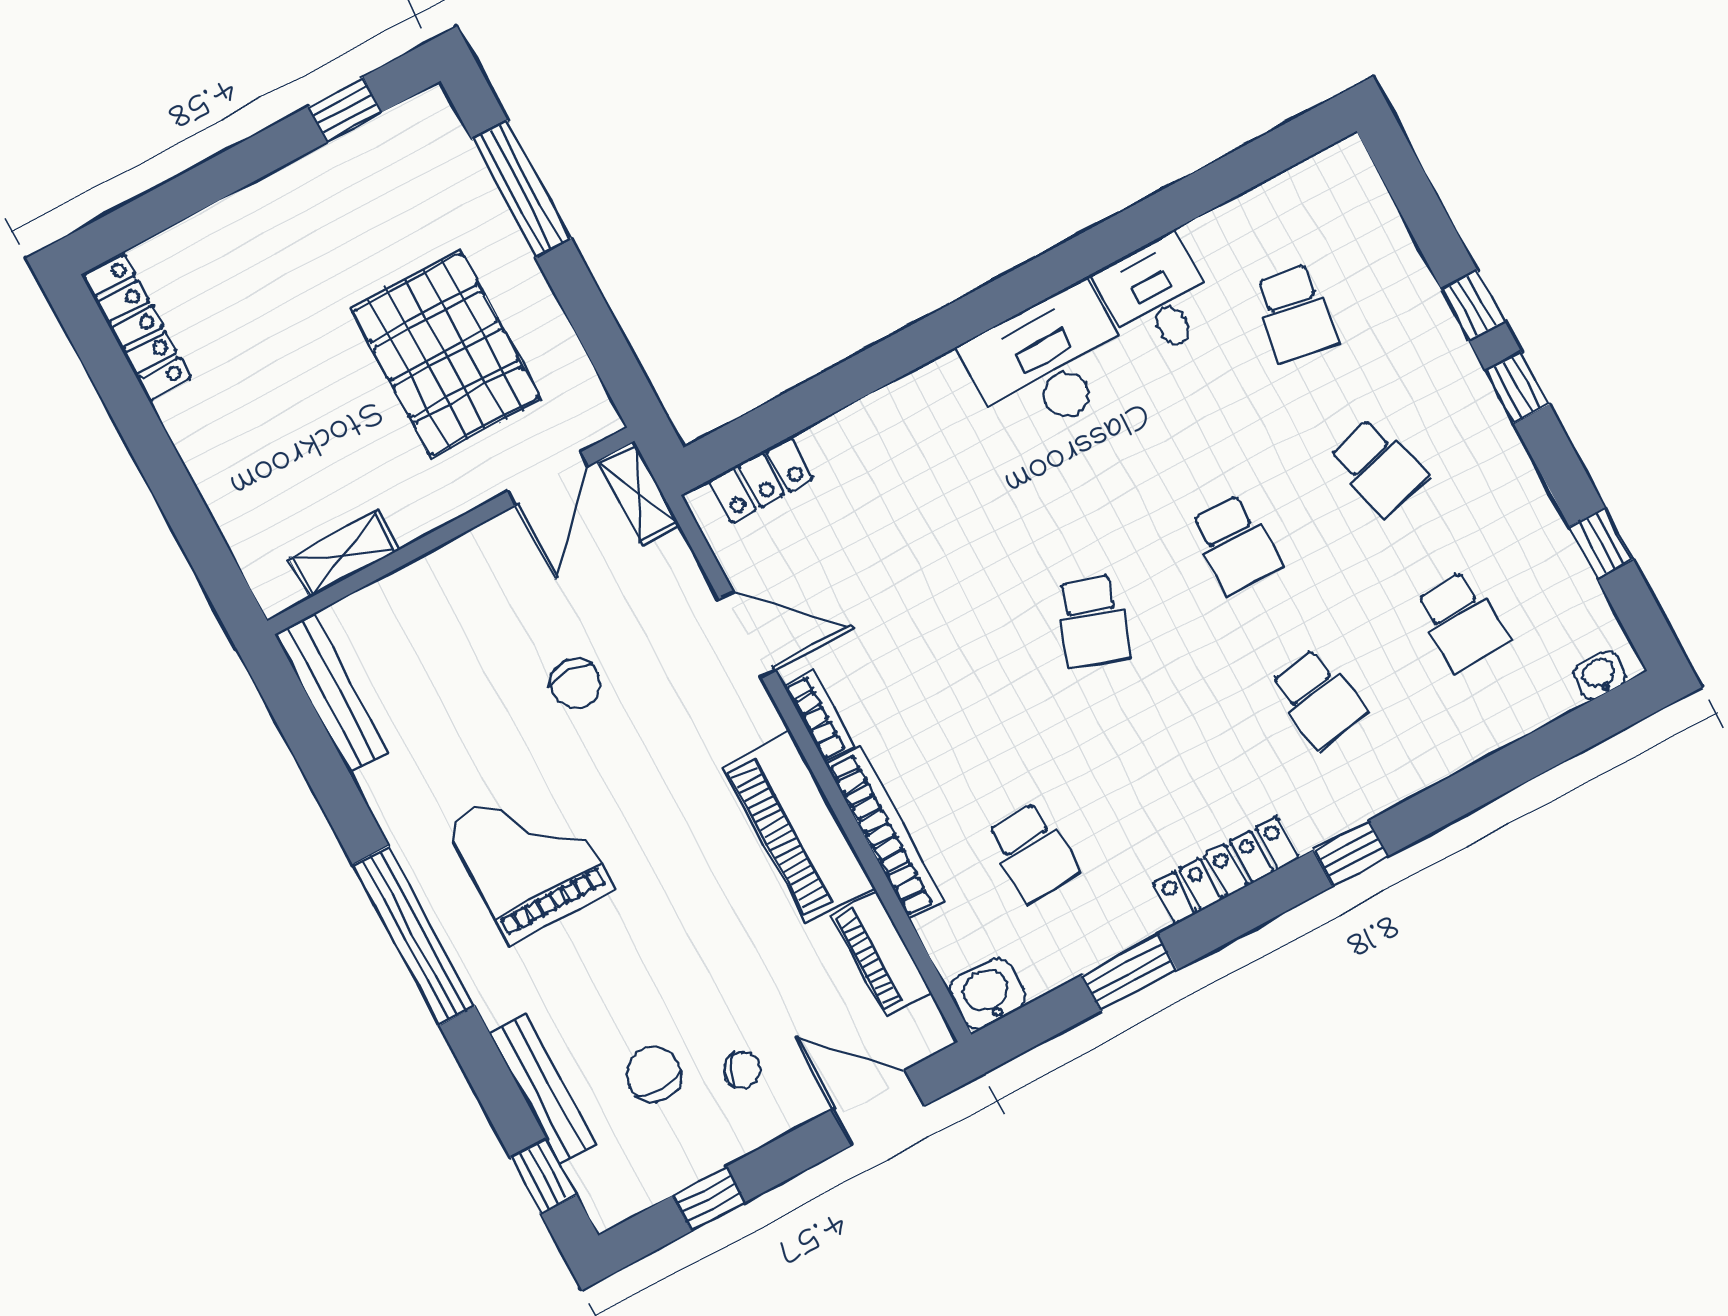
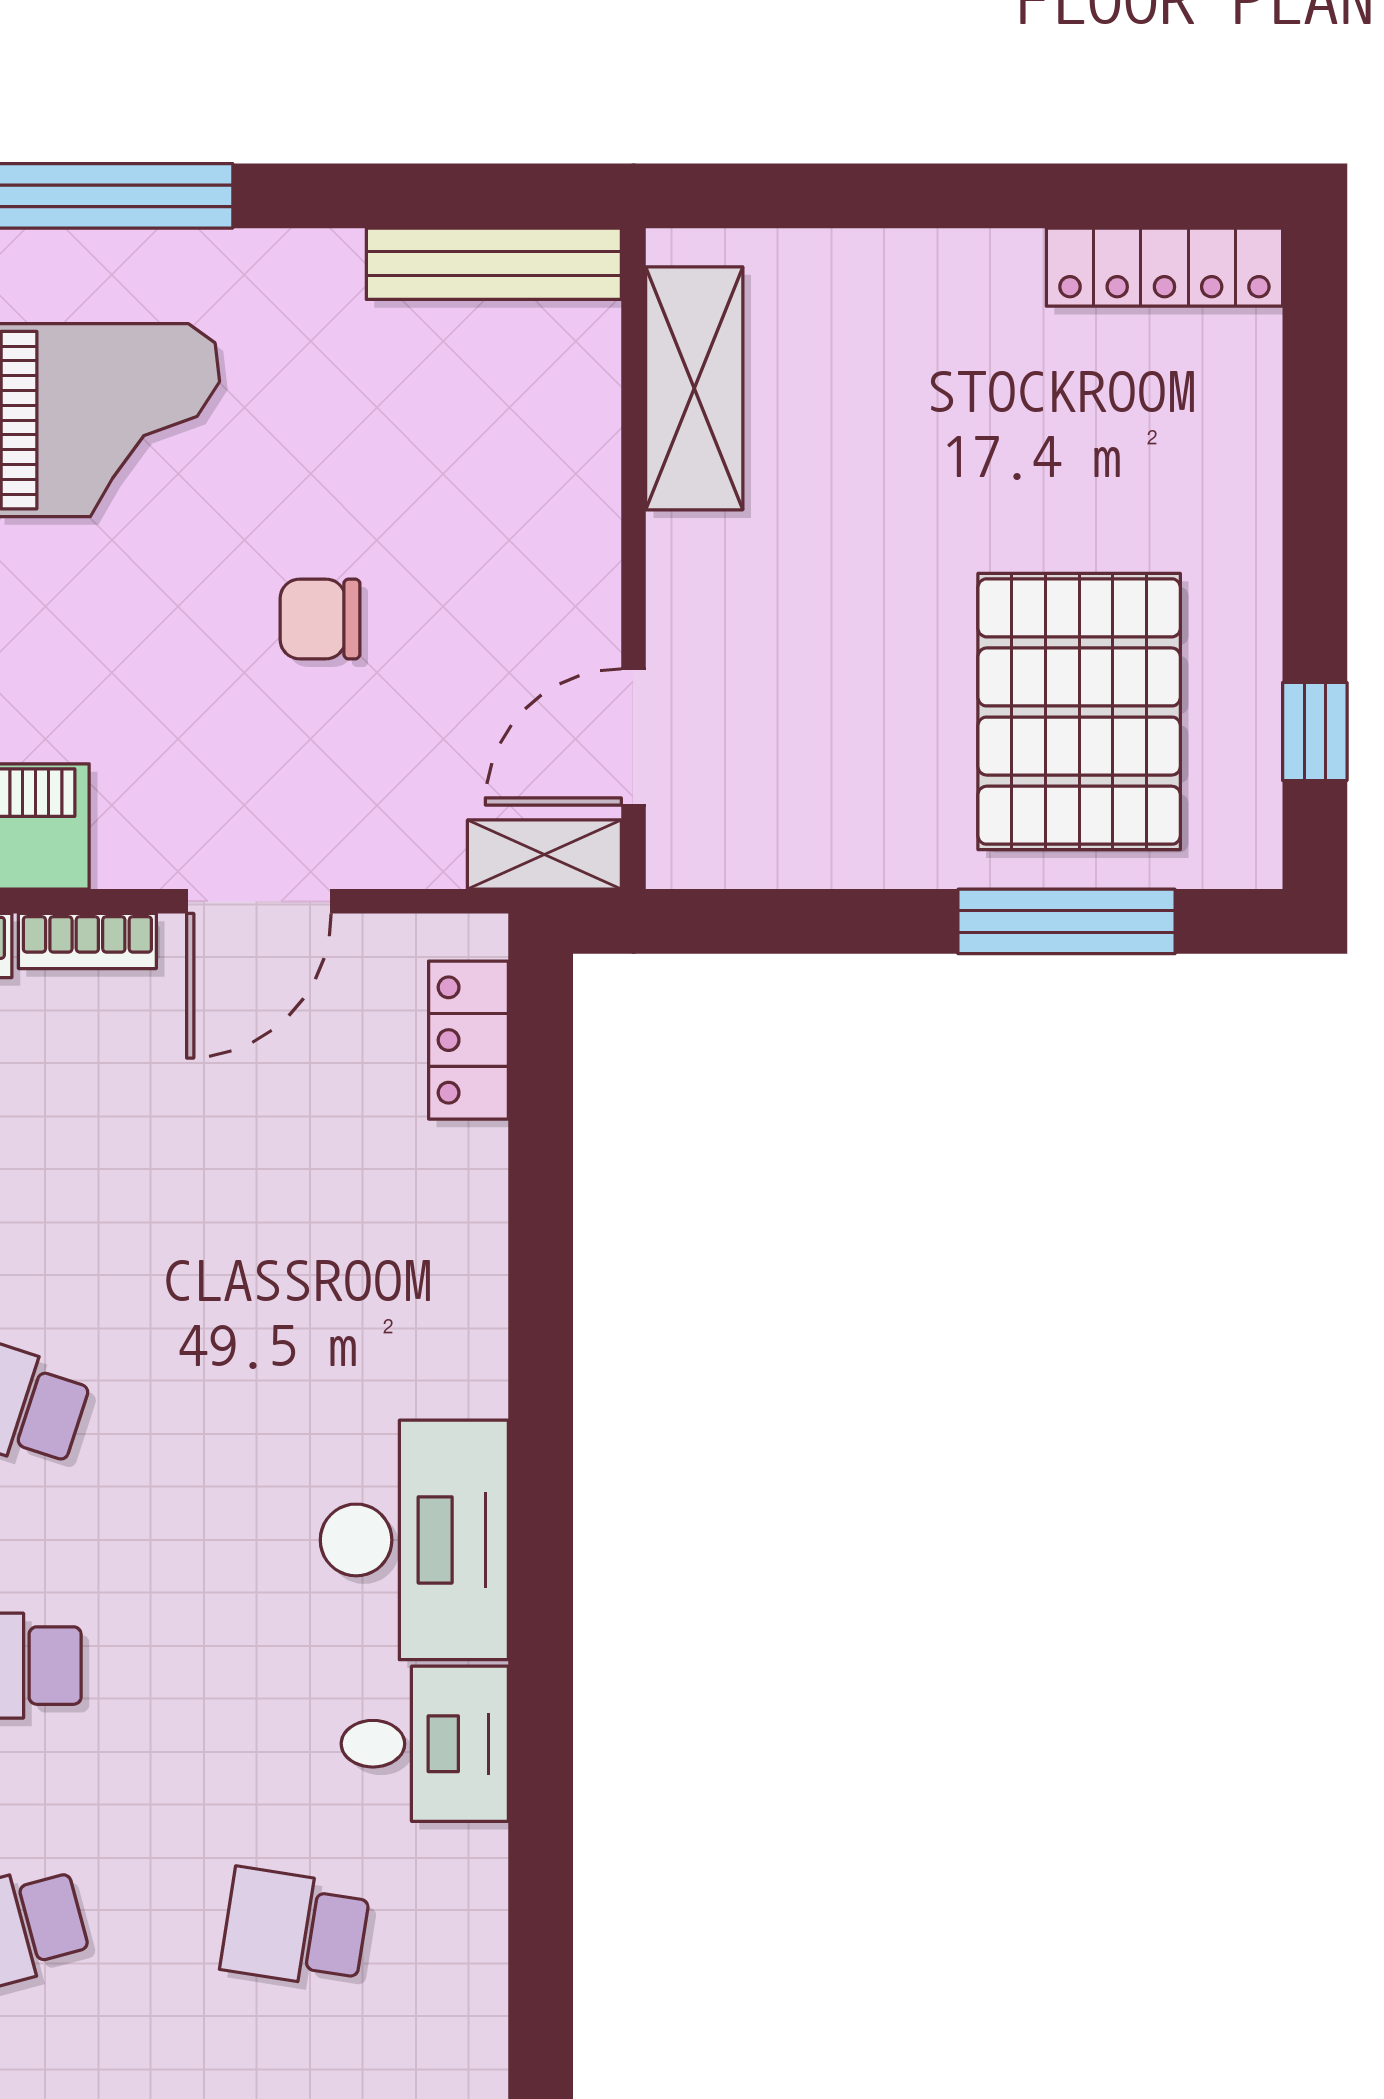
pallet: (446, 354) -> (1079, 712), moved, turned 90
door: (548, 479) -> (633, 737), hinge flipped
shelving: (344, 554) -> (694, 388), width x1.50, depth x1.33

